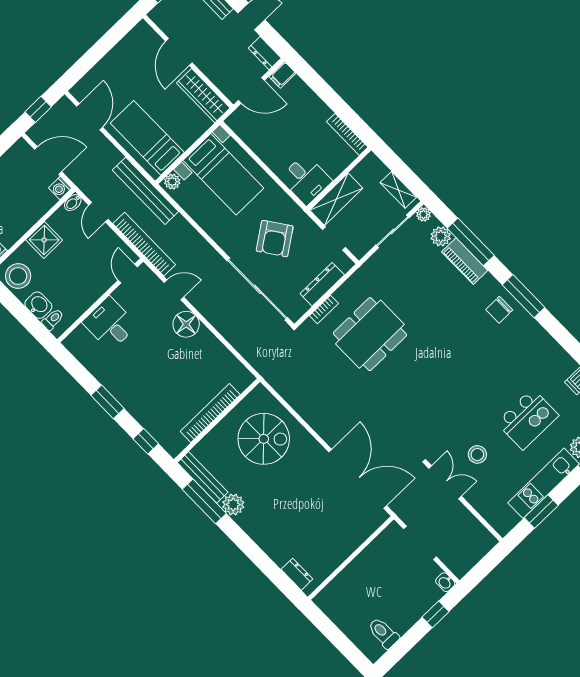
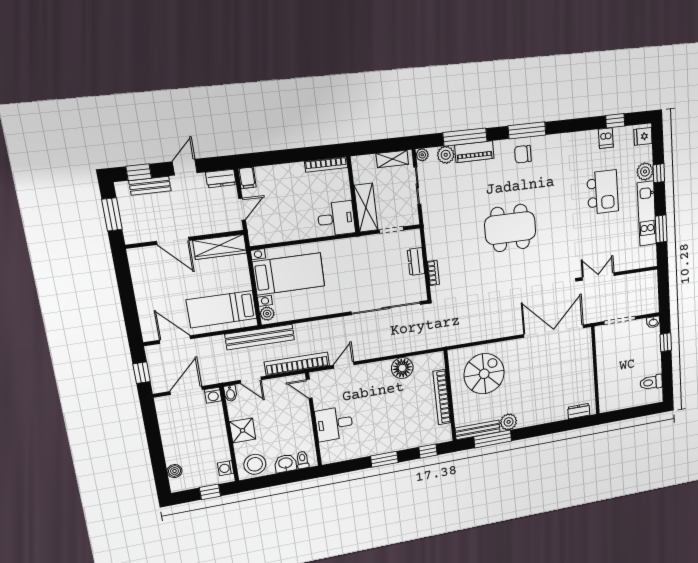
door: (251, 90) -> (242, 209), width x0.73
armchair: (275, 239) -> (361, 271), removed
dresser: (322, 284) -> (416, 262), width x0.70
chair: (499, 310) -> (523, 154), turned 90
floor lamp: (186, 324) -> (402, 368), moved
dining table: (370, 334) -> (510, 228), moved, turned 90
stool: (477, 454) -> (598, 242), removed

